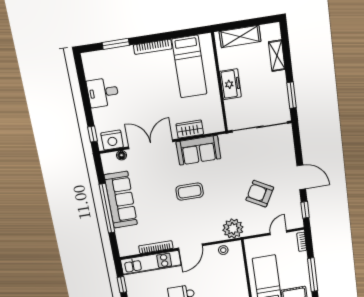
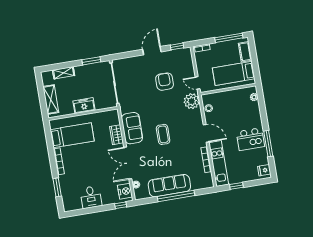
armchair: (260, 194) -> (165, 82), turned 151
door: (278, 233) -> (198, 83), moved

